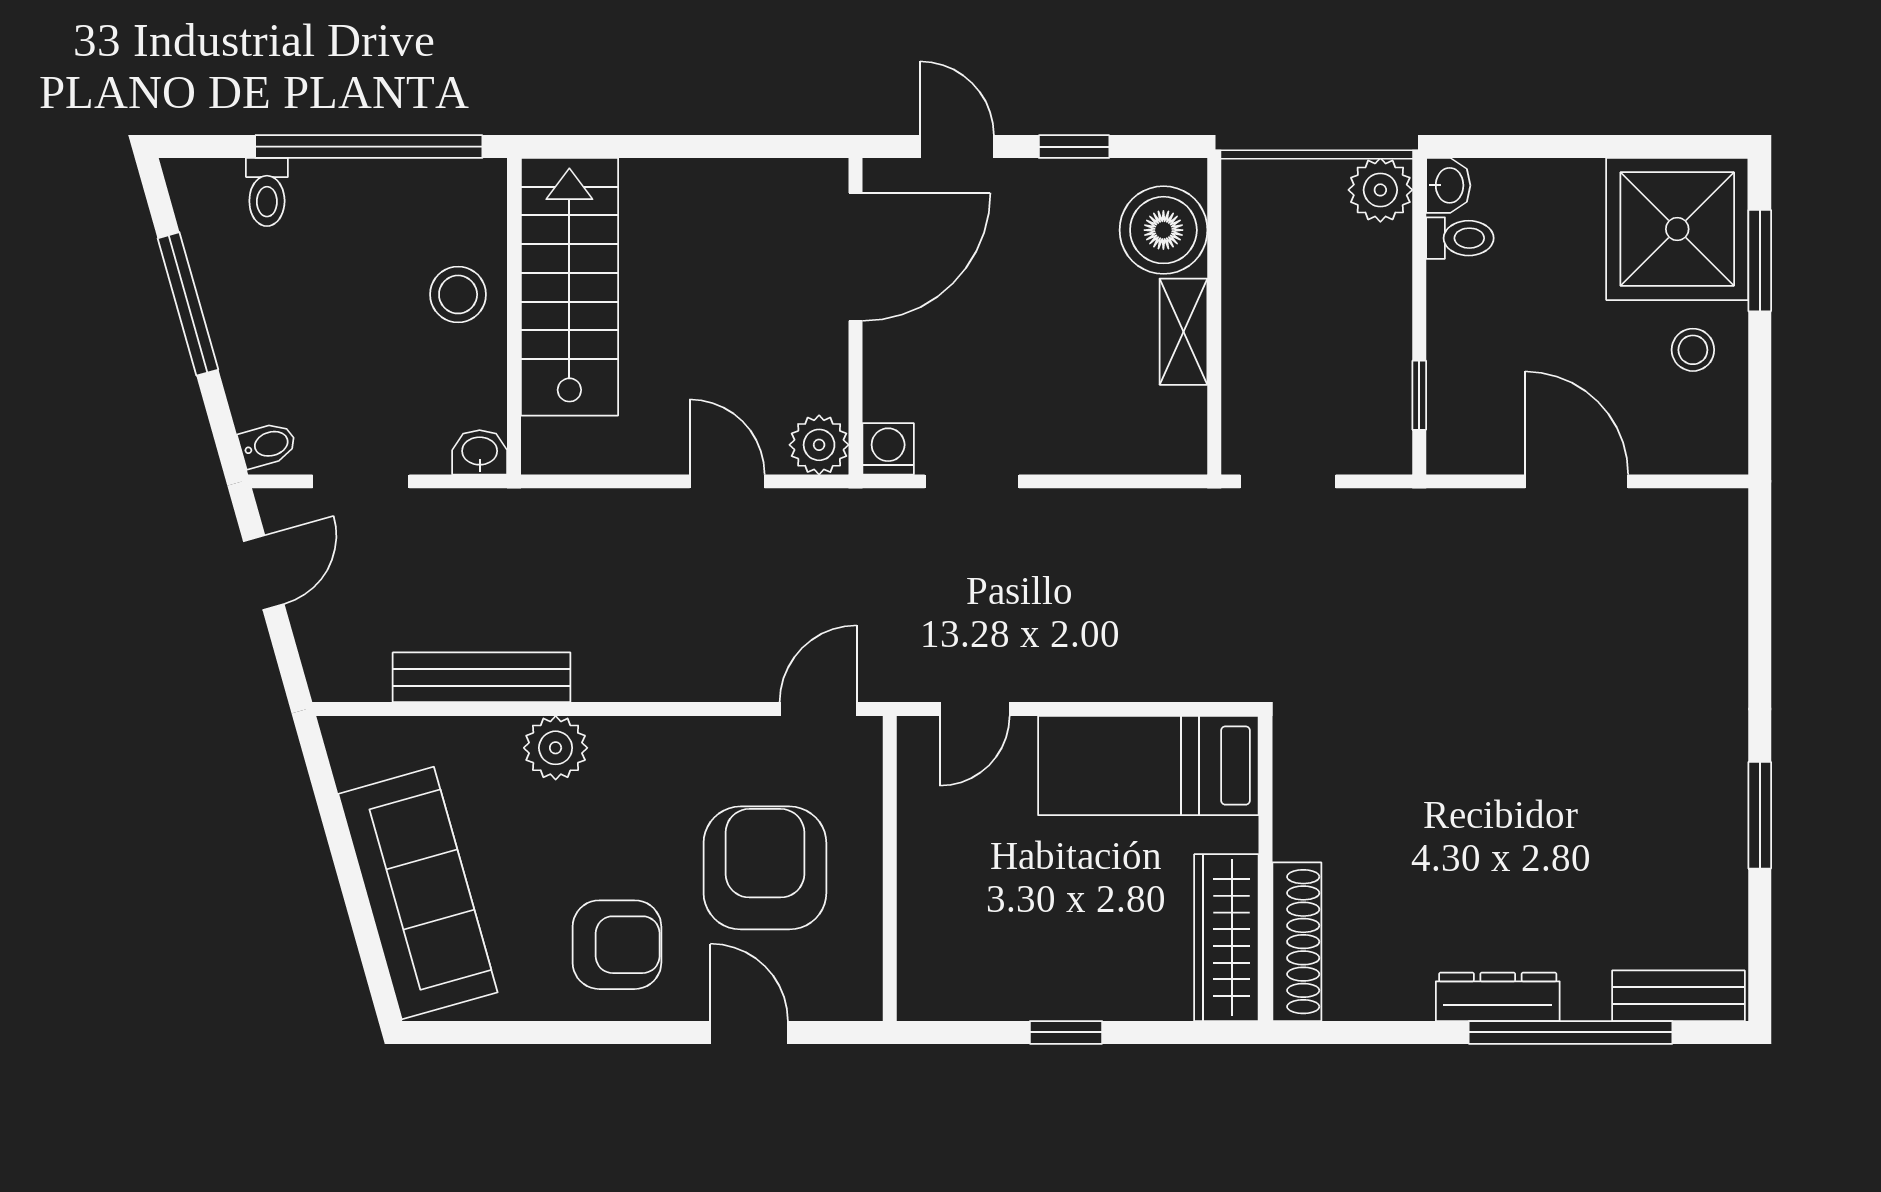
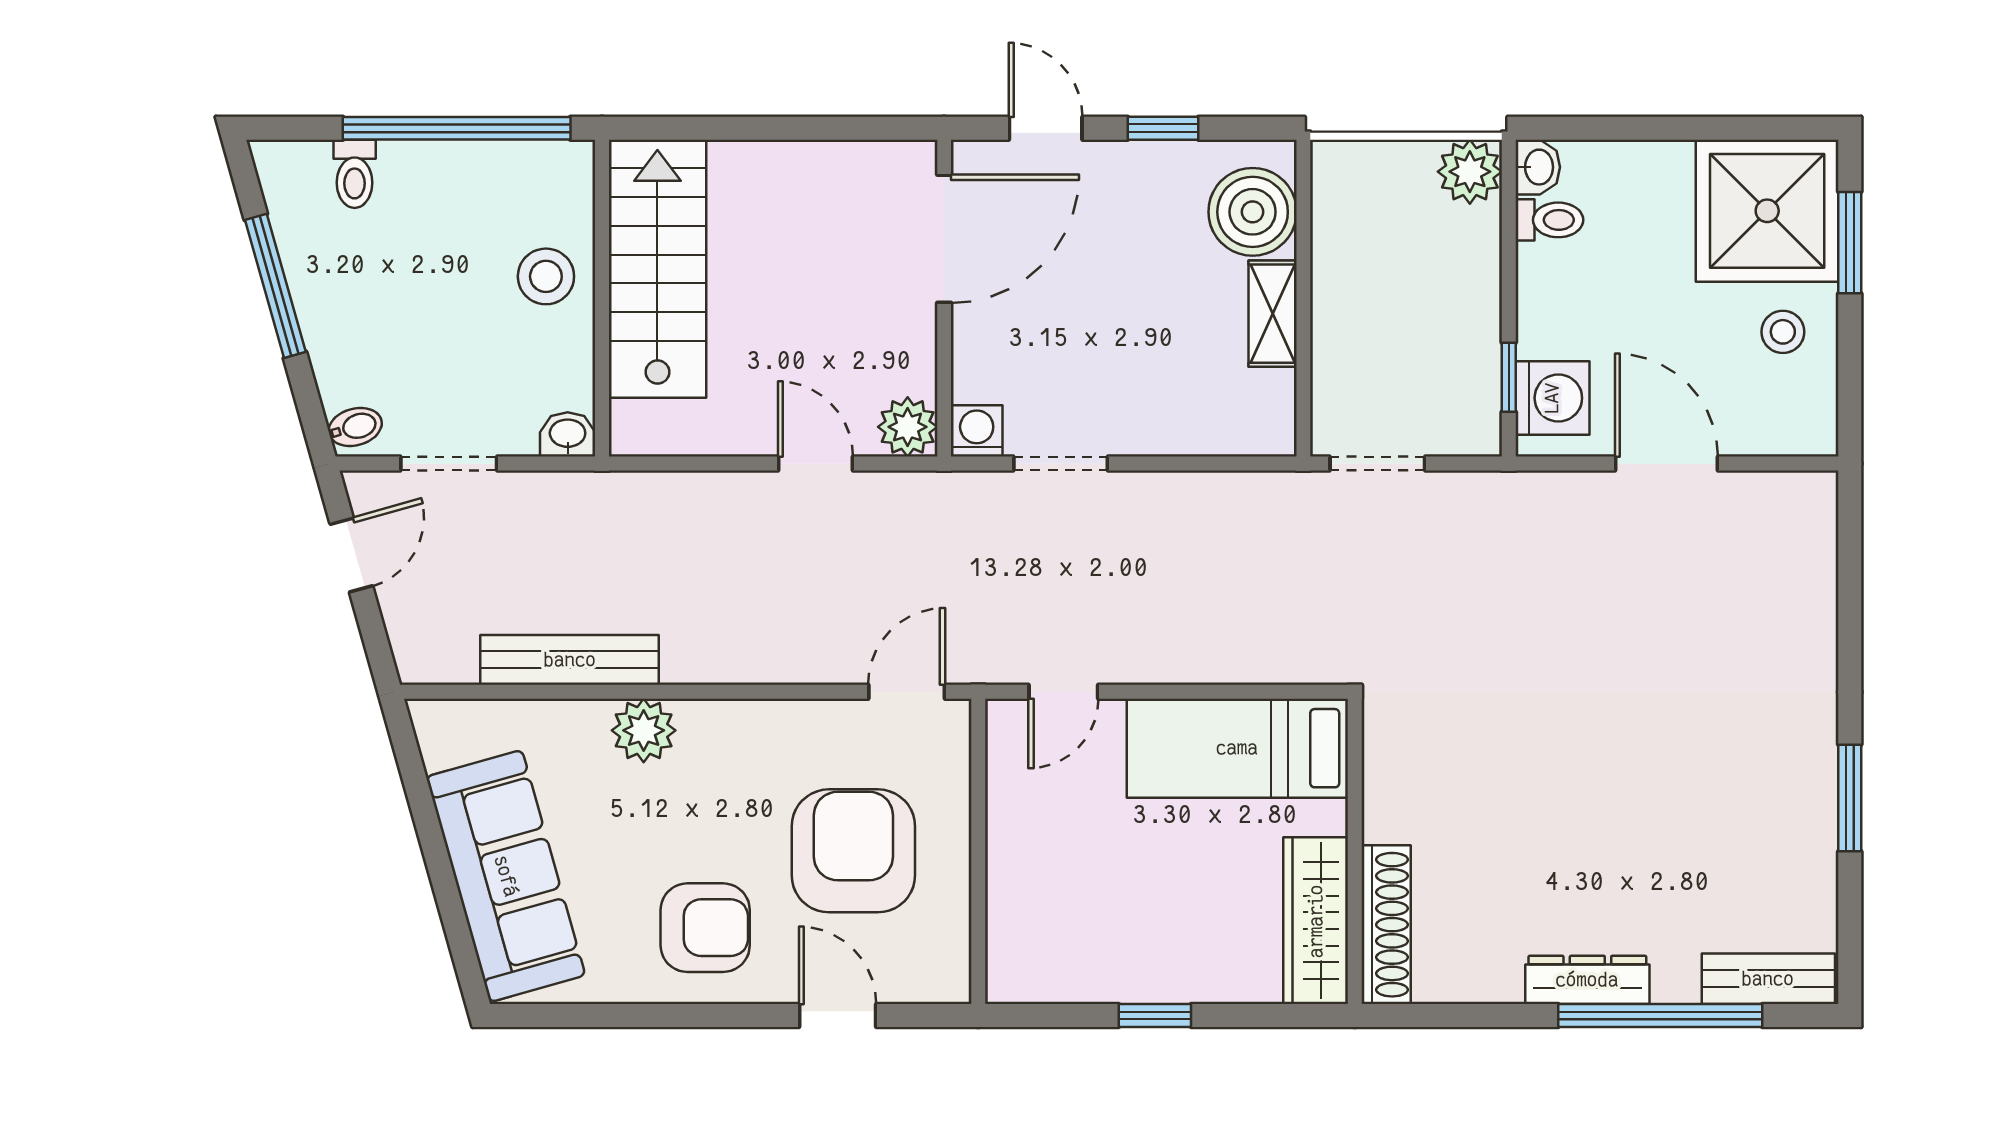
washing machine: (1463, 416) -> (1552, 398), added

